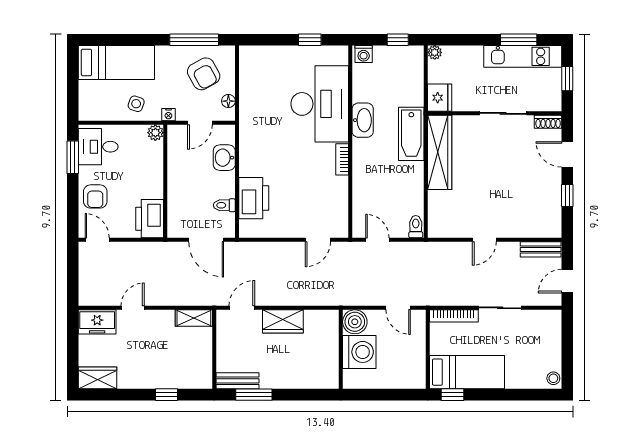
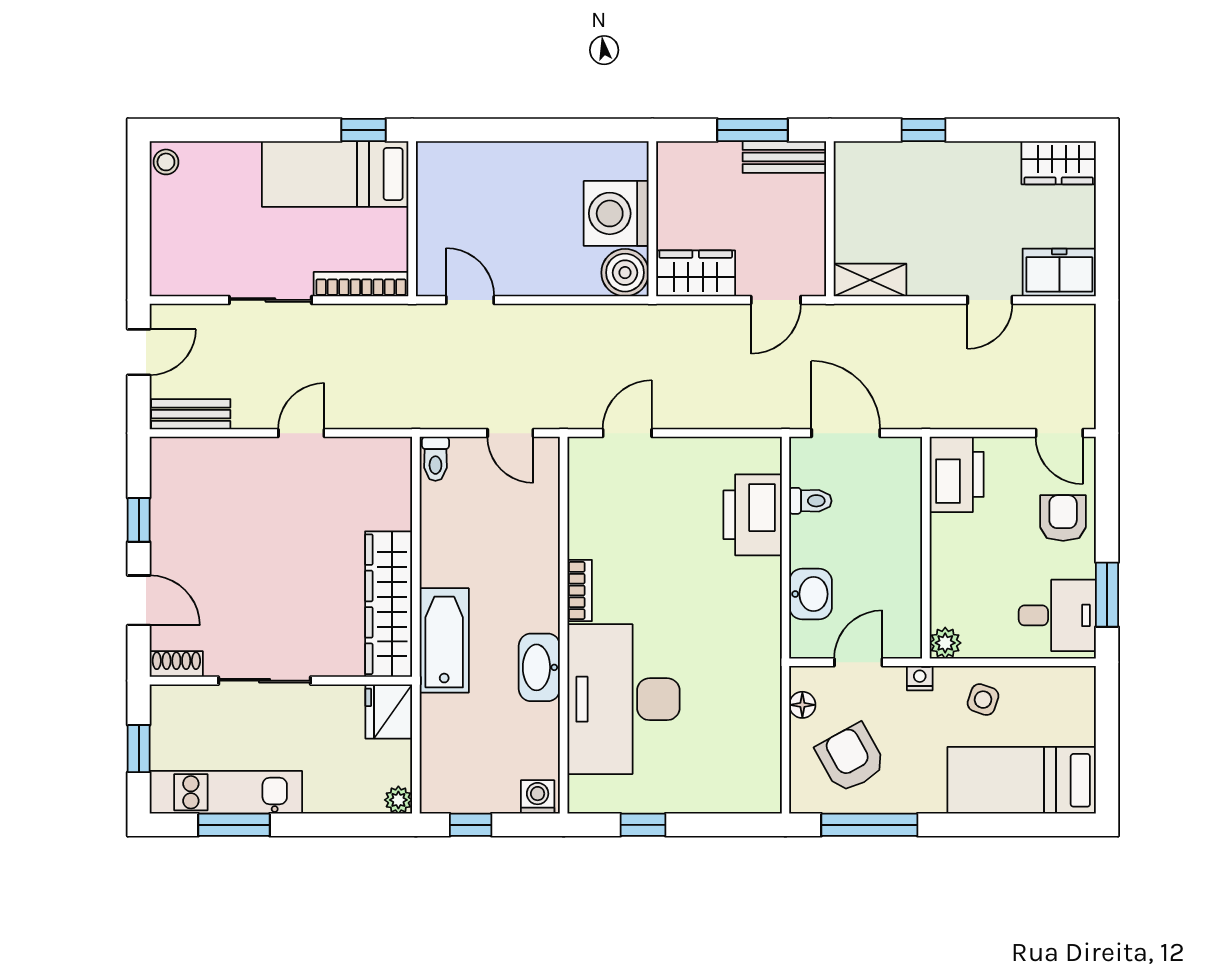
boiler: (355, 322) -> (625, 273), moved
wall: (341, 349) -> (652, 219), moved
washing machine: (359, 352) -> (616, 213), moved

